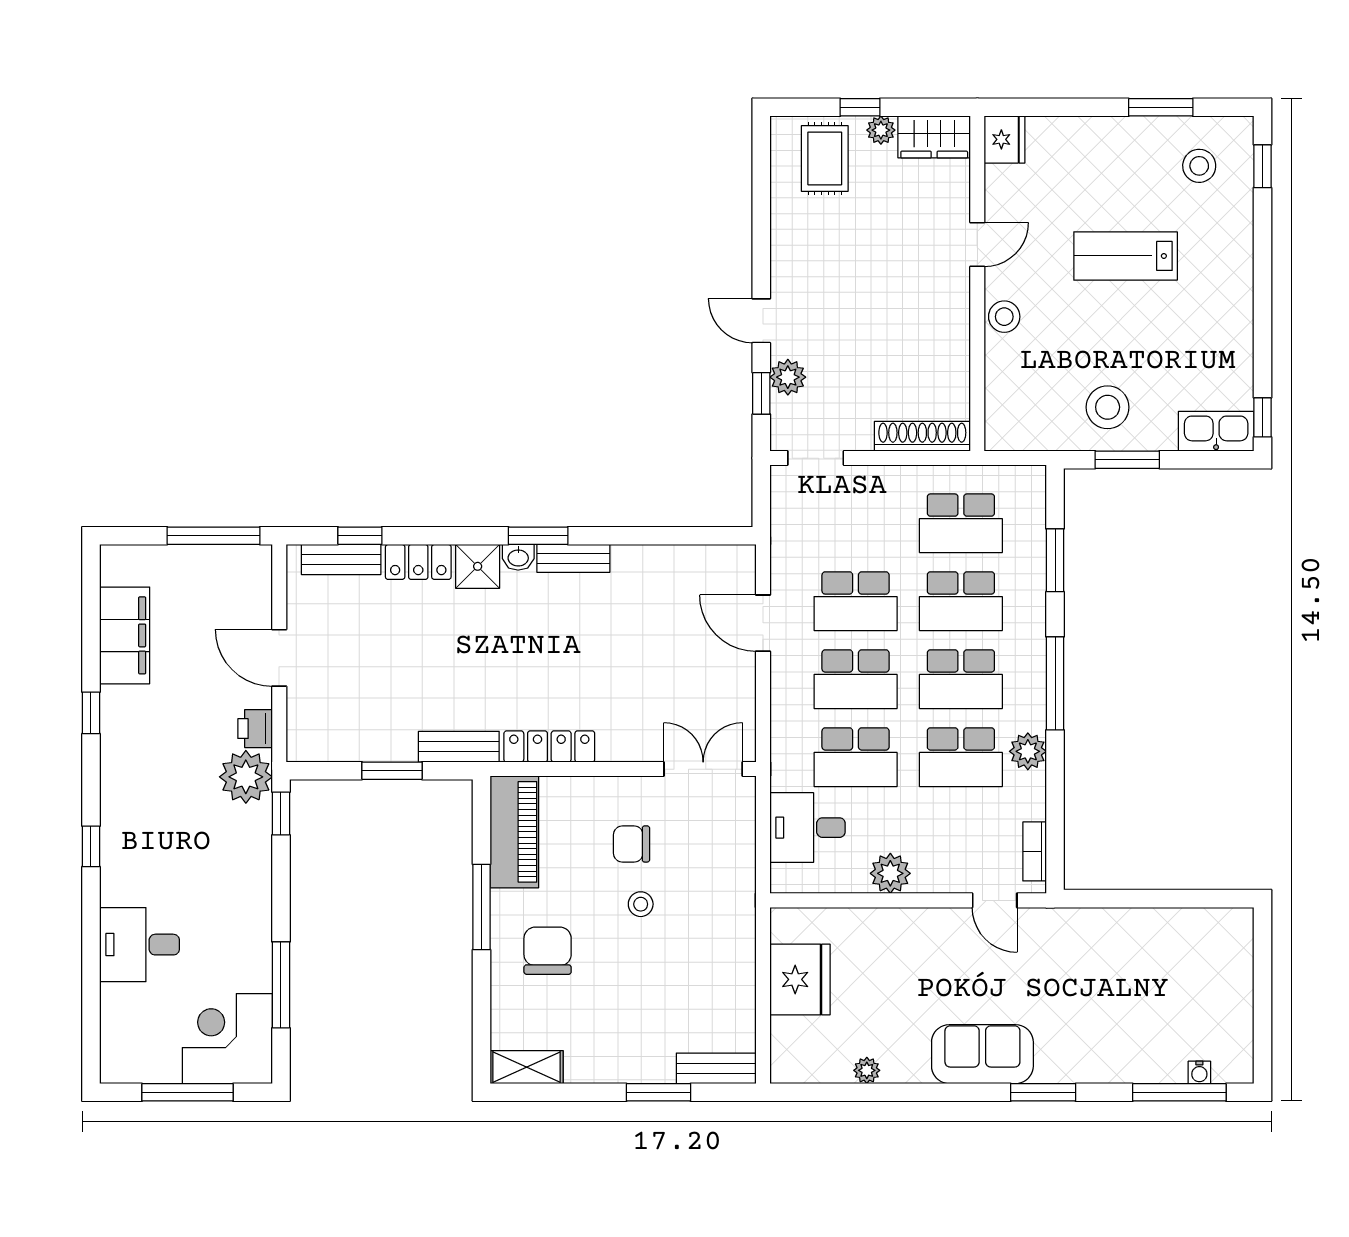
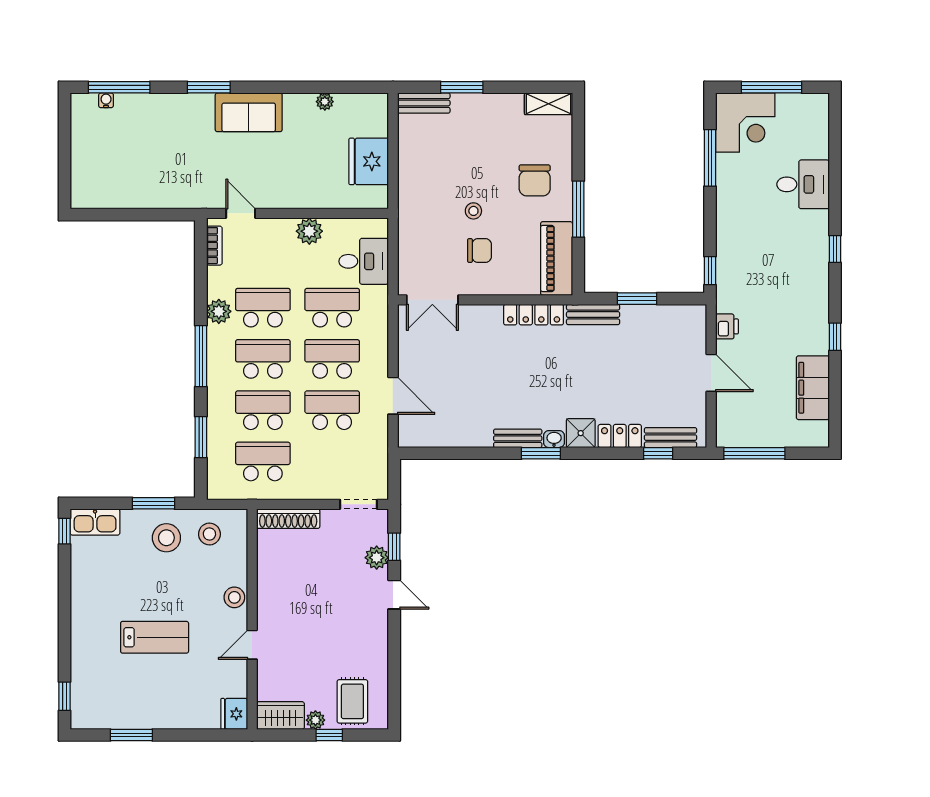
stool: (1199, 166) -> (209, 534), moved
plant: (246, 777) -> (733, 295), removed

